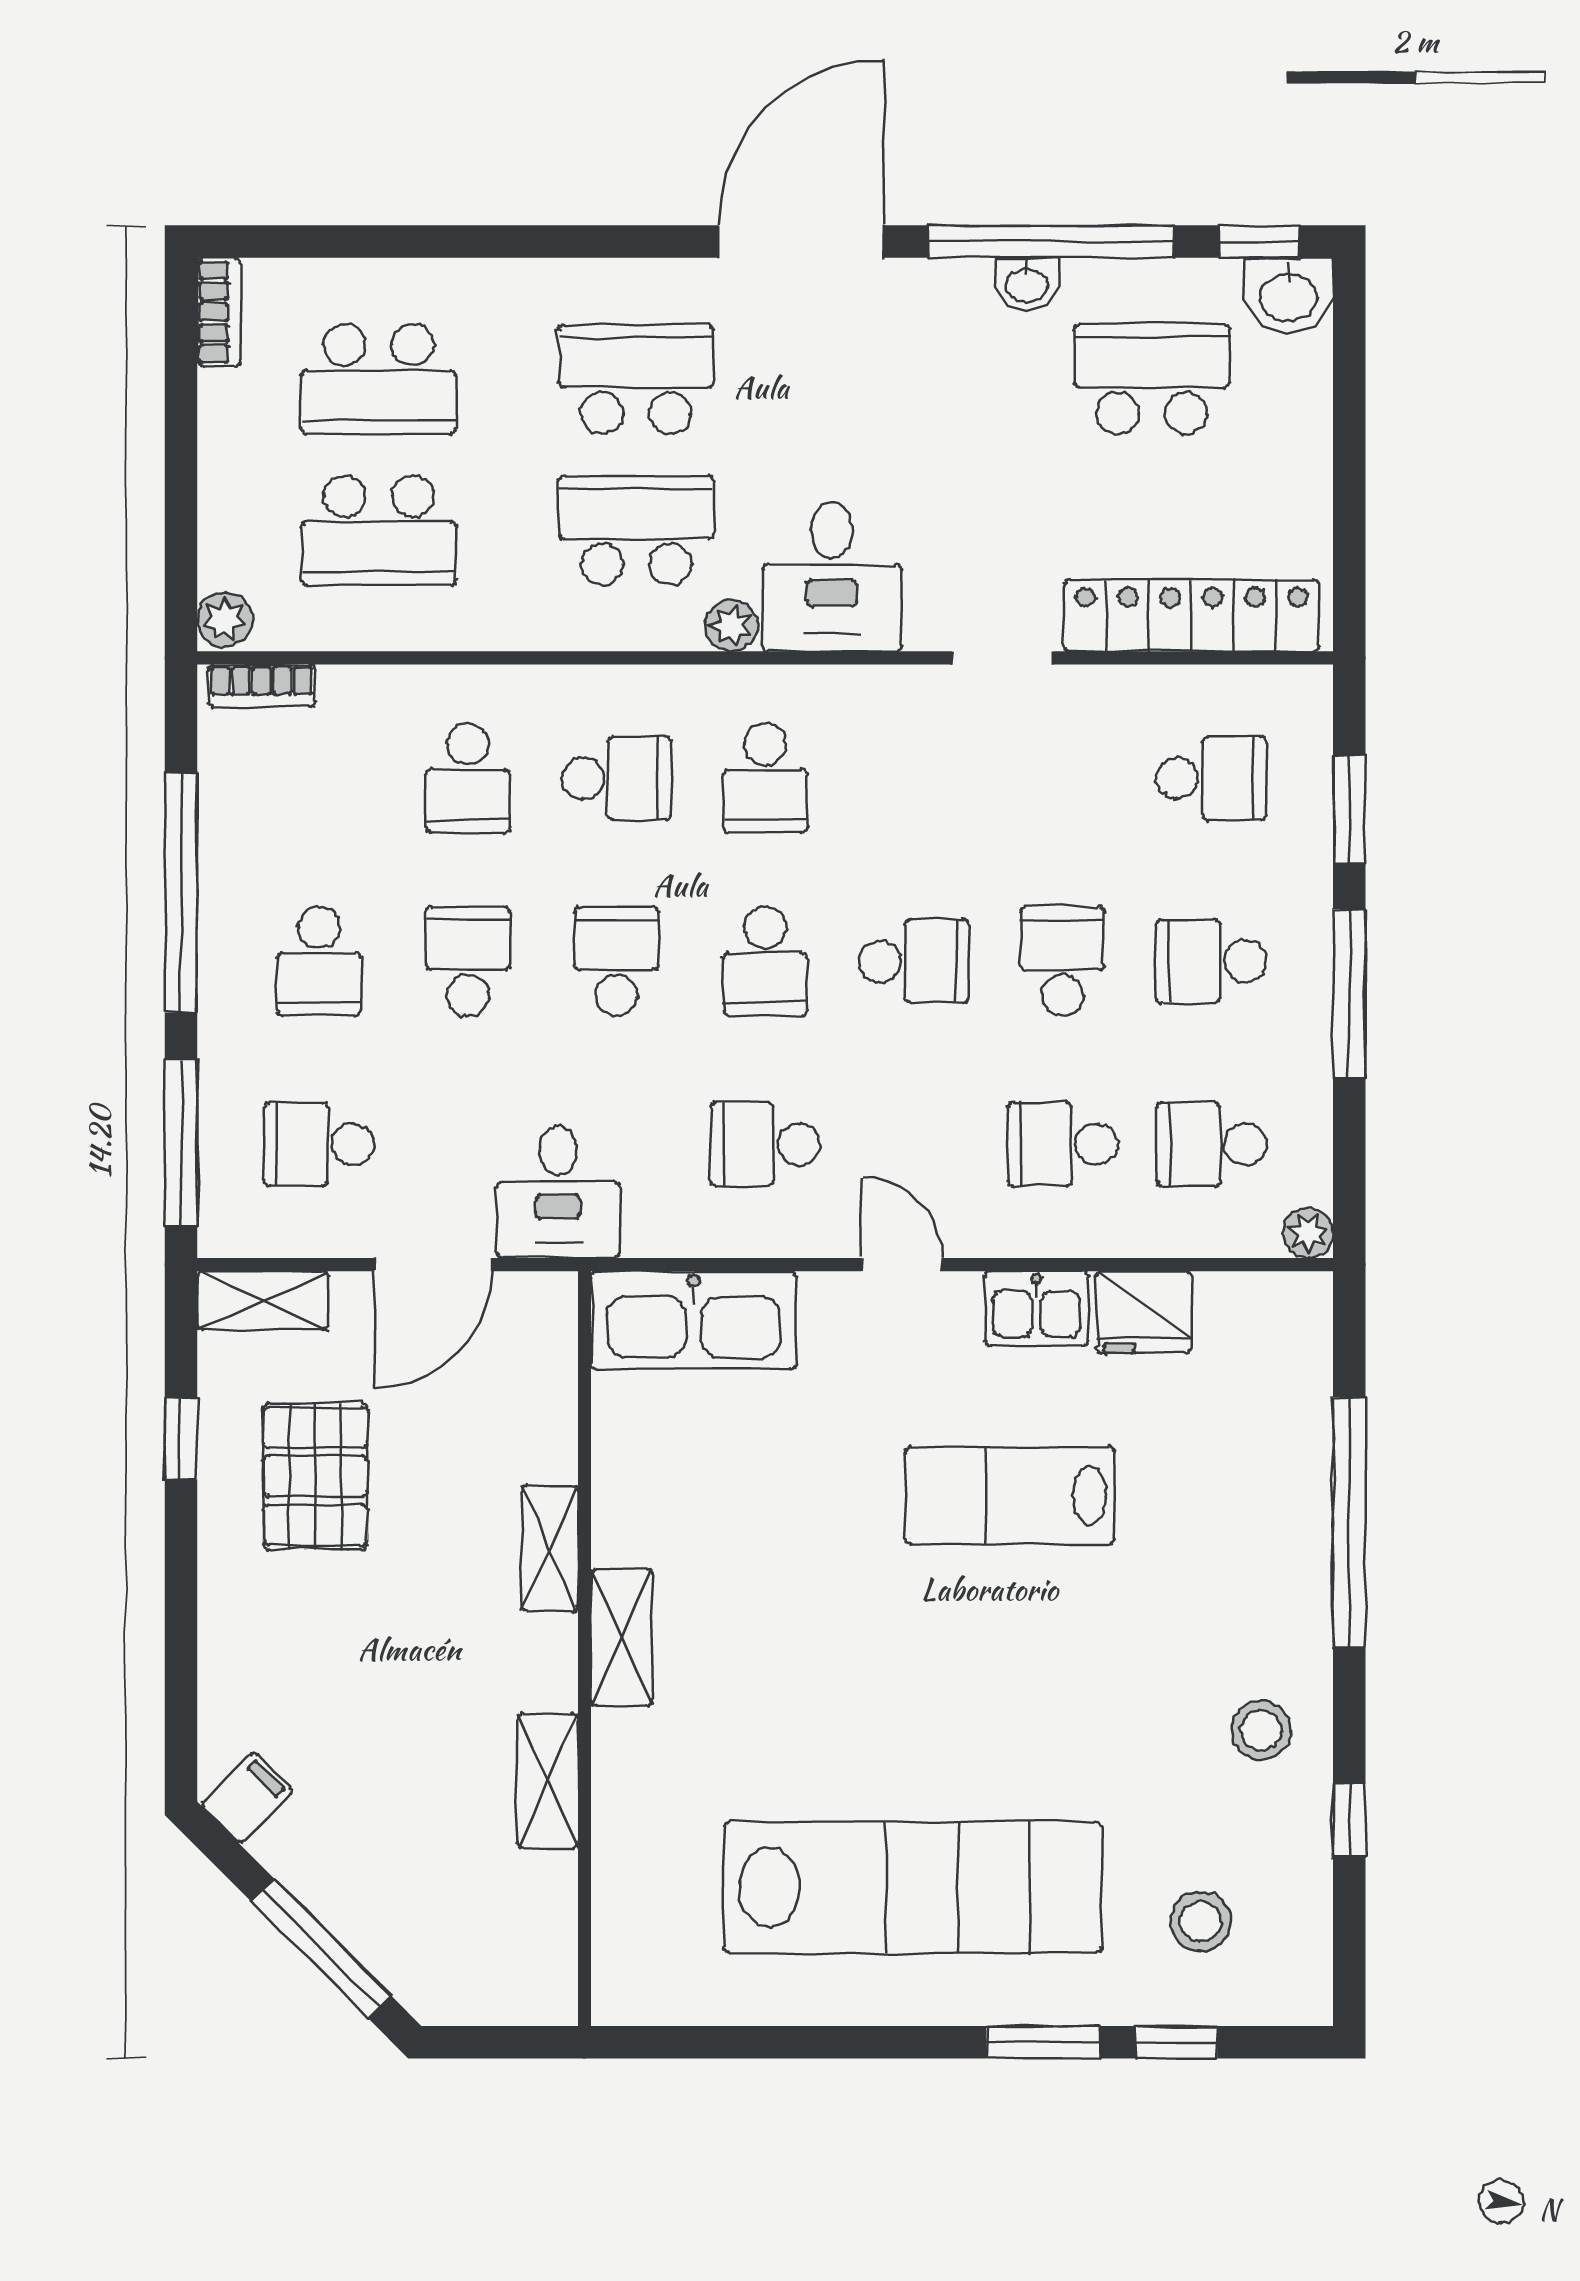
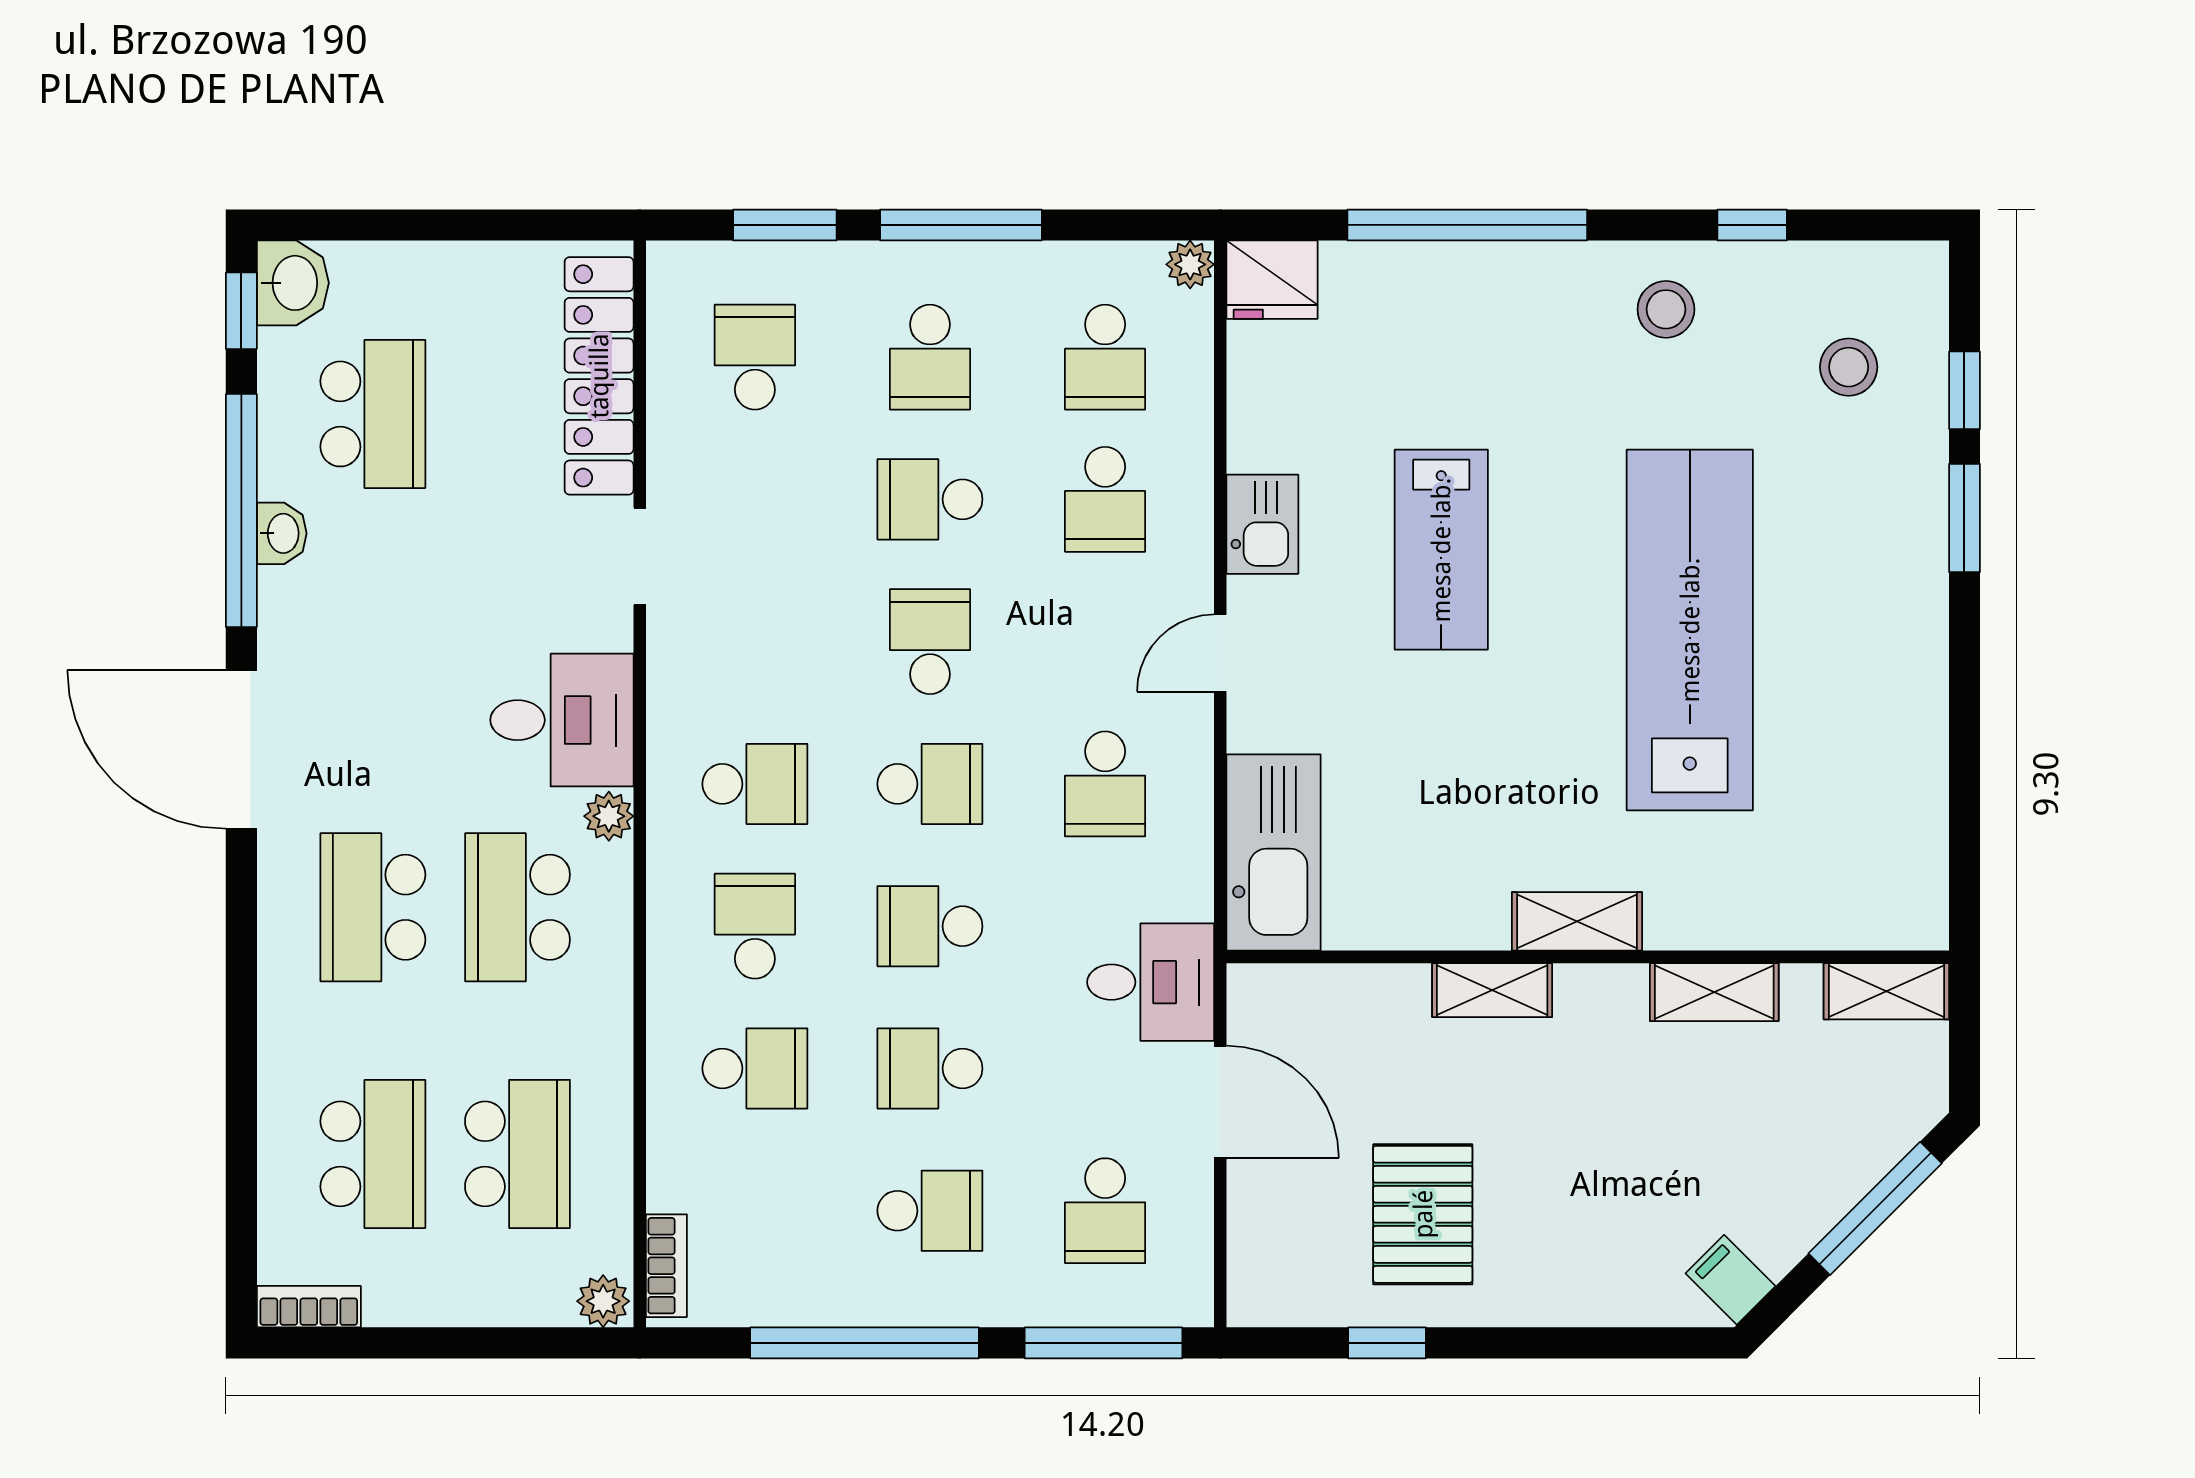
school desk: (1152, 379) -> (373, 414), turned 180
shelving: (263, 1300) -> (1886, 991), moved, turned 90
fridge: (1144, 1312) -> (1272, 280), moved, turned 90
pallet: (315, 1476) -> (1423, 1214), turned 90
lab bench: (913, 1887) -> (1690, 630), moved

